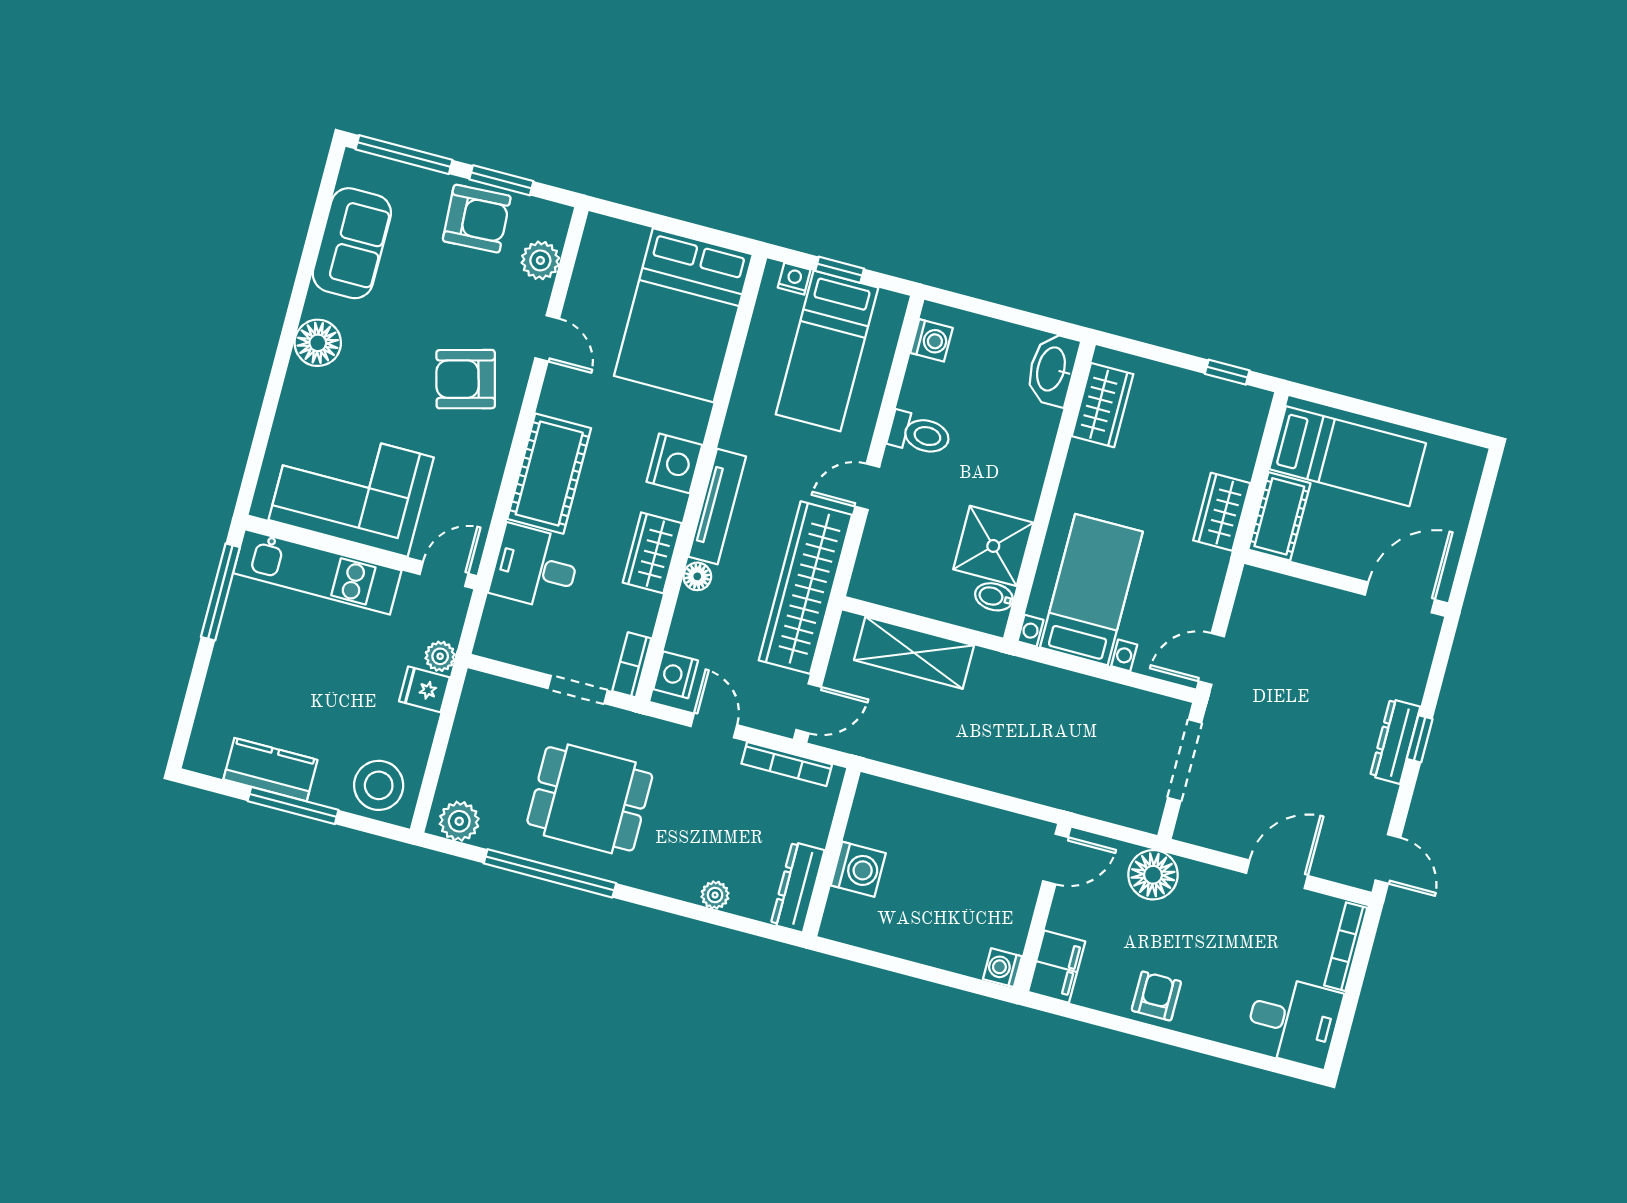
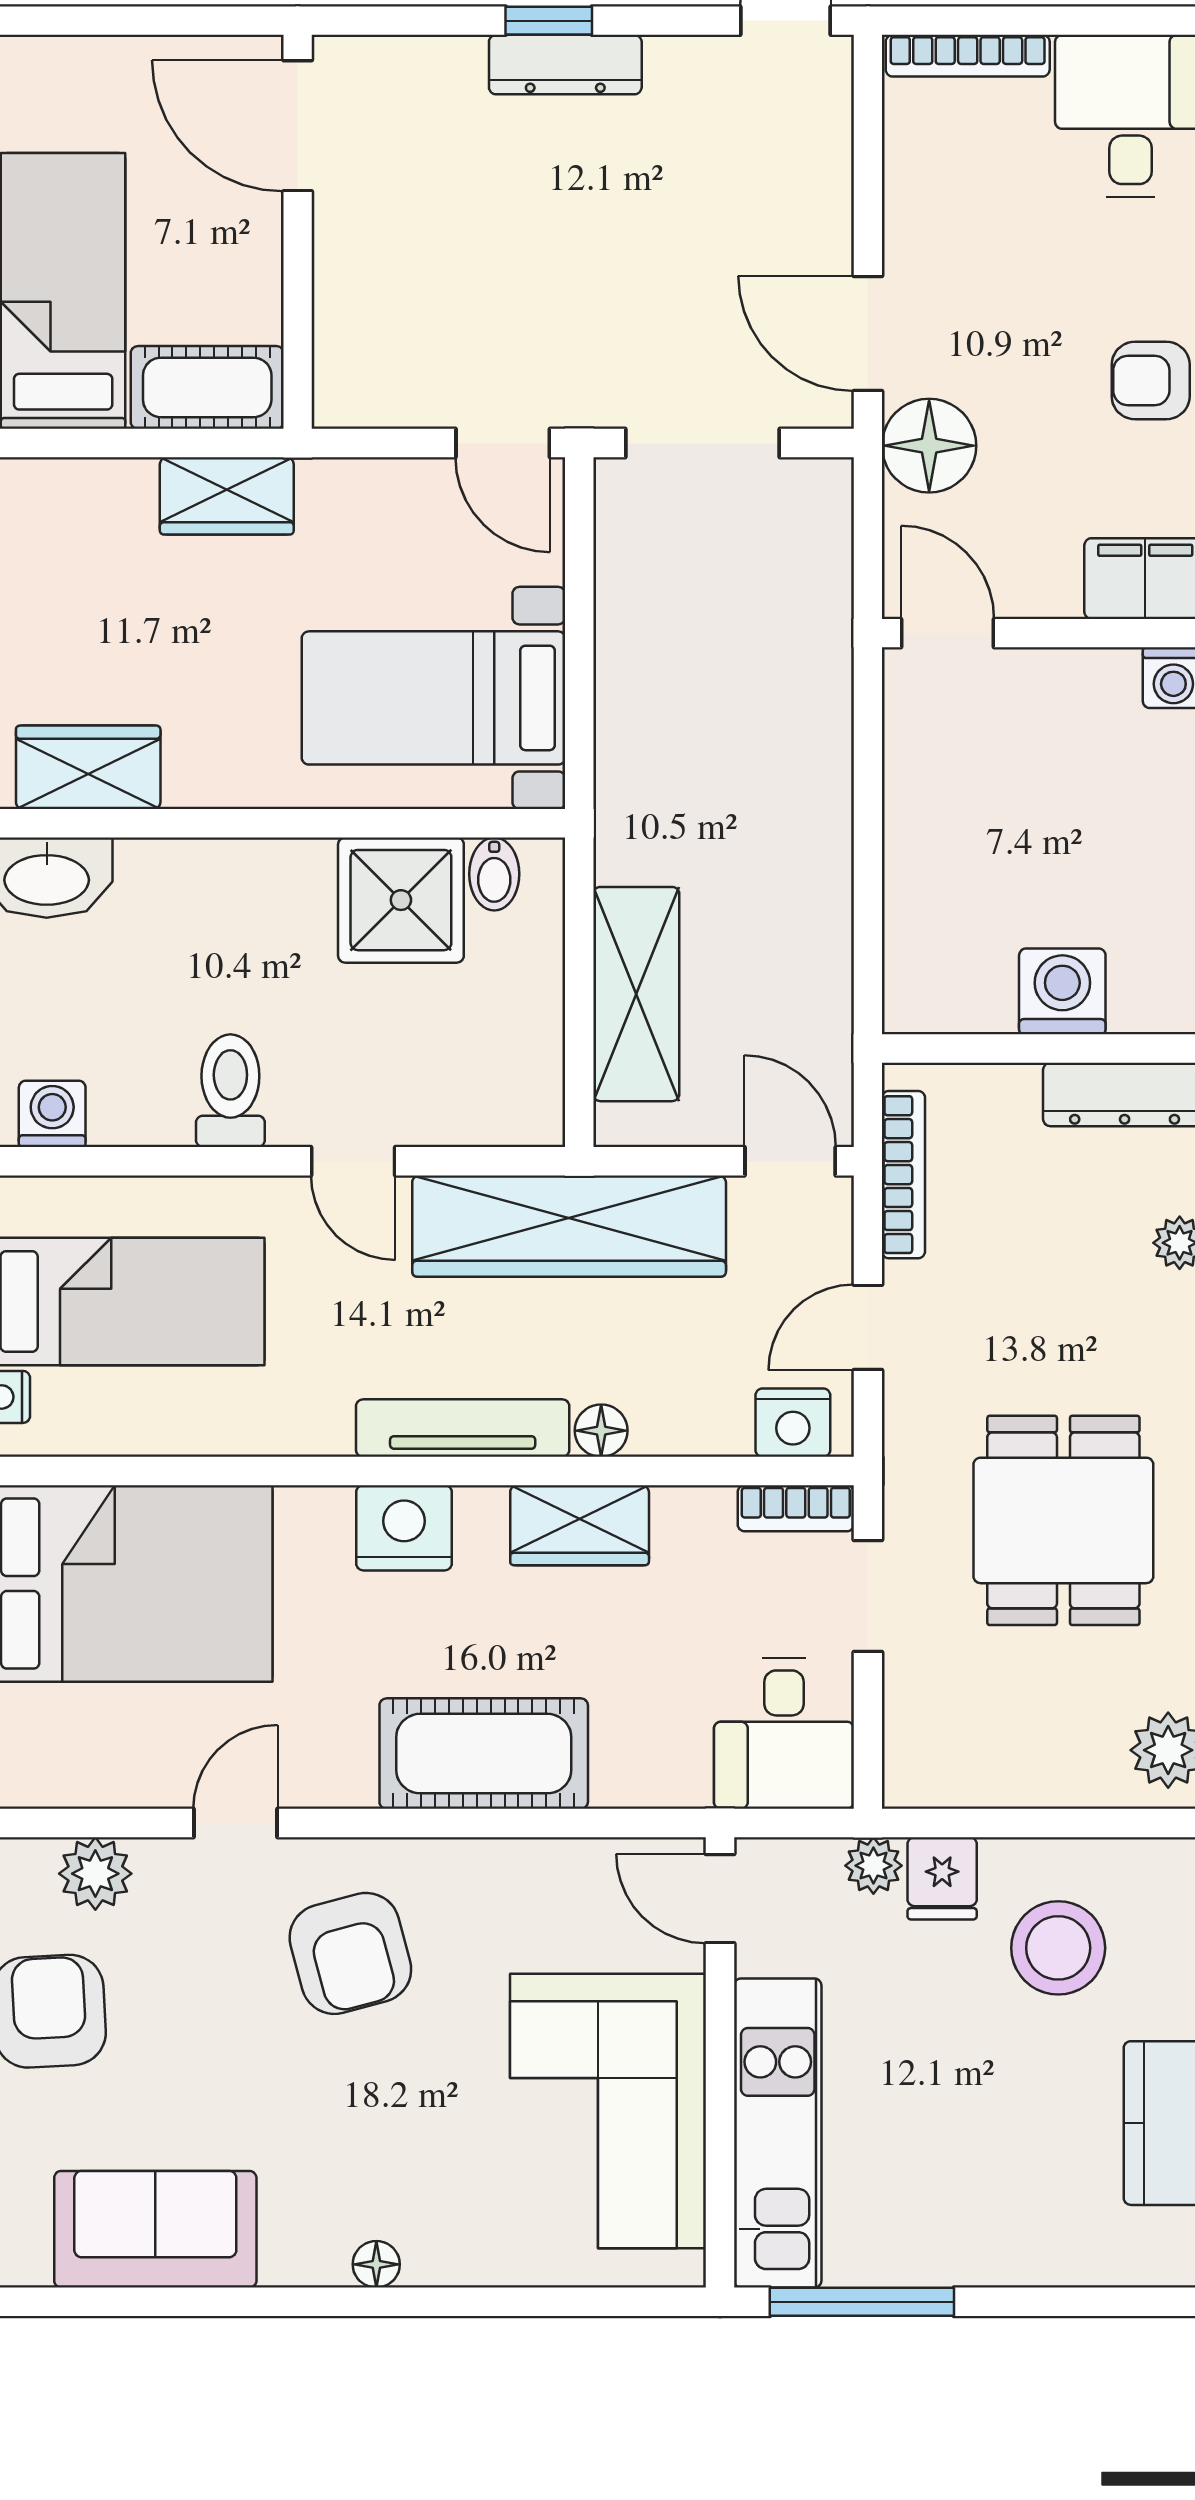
floor lamp: (318, 343) -> (376, 2264), width x0.53, depth x0.53
desk: (535, 567) -> (784, 1734), moved
stool: (379, 785) -> (1058, 1948), moved
door: (1277, 874) -> (868, 333), moved

